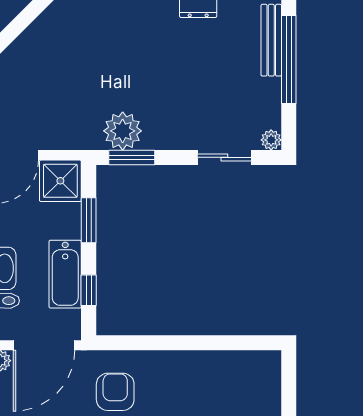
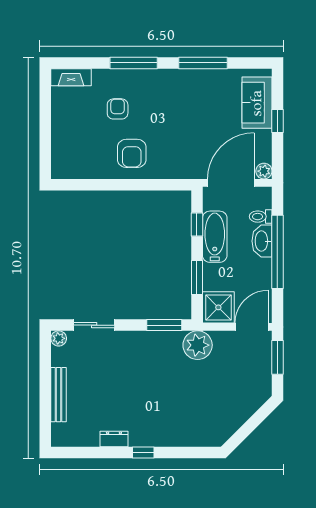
bench: (271, 40) -> (59, 395), moved
window: (289, 59) -> (45, 399), removed
plant: (123, 131) -> (198, 345), moved
armchair: (115, 392) -> (132, 153), moved

